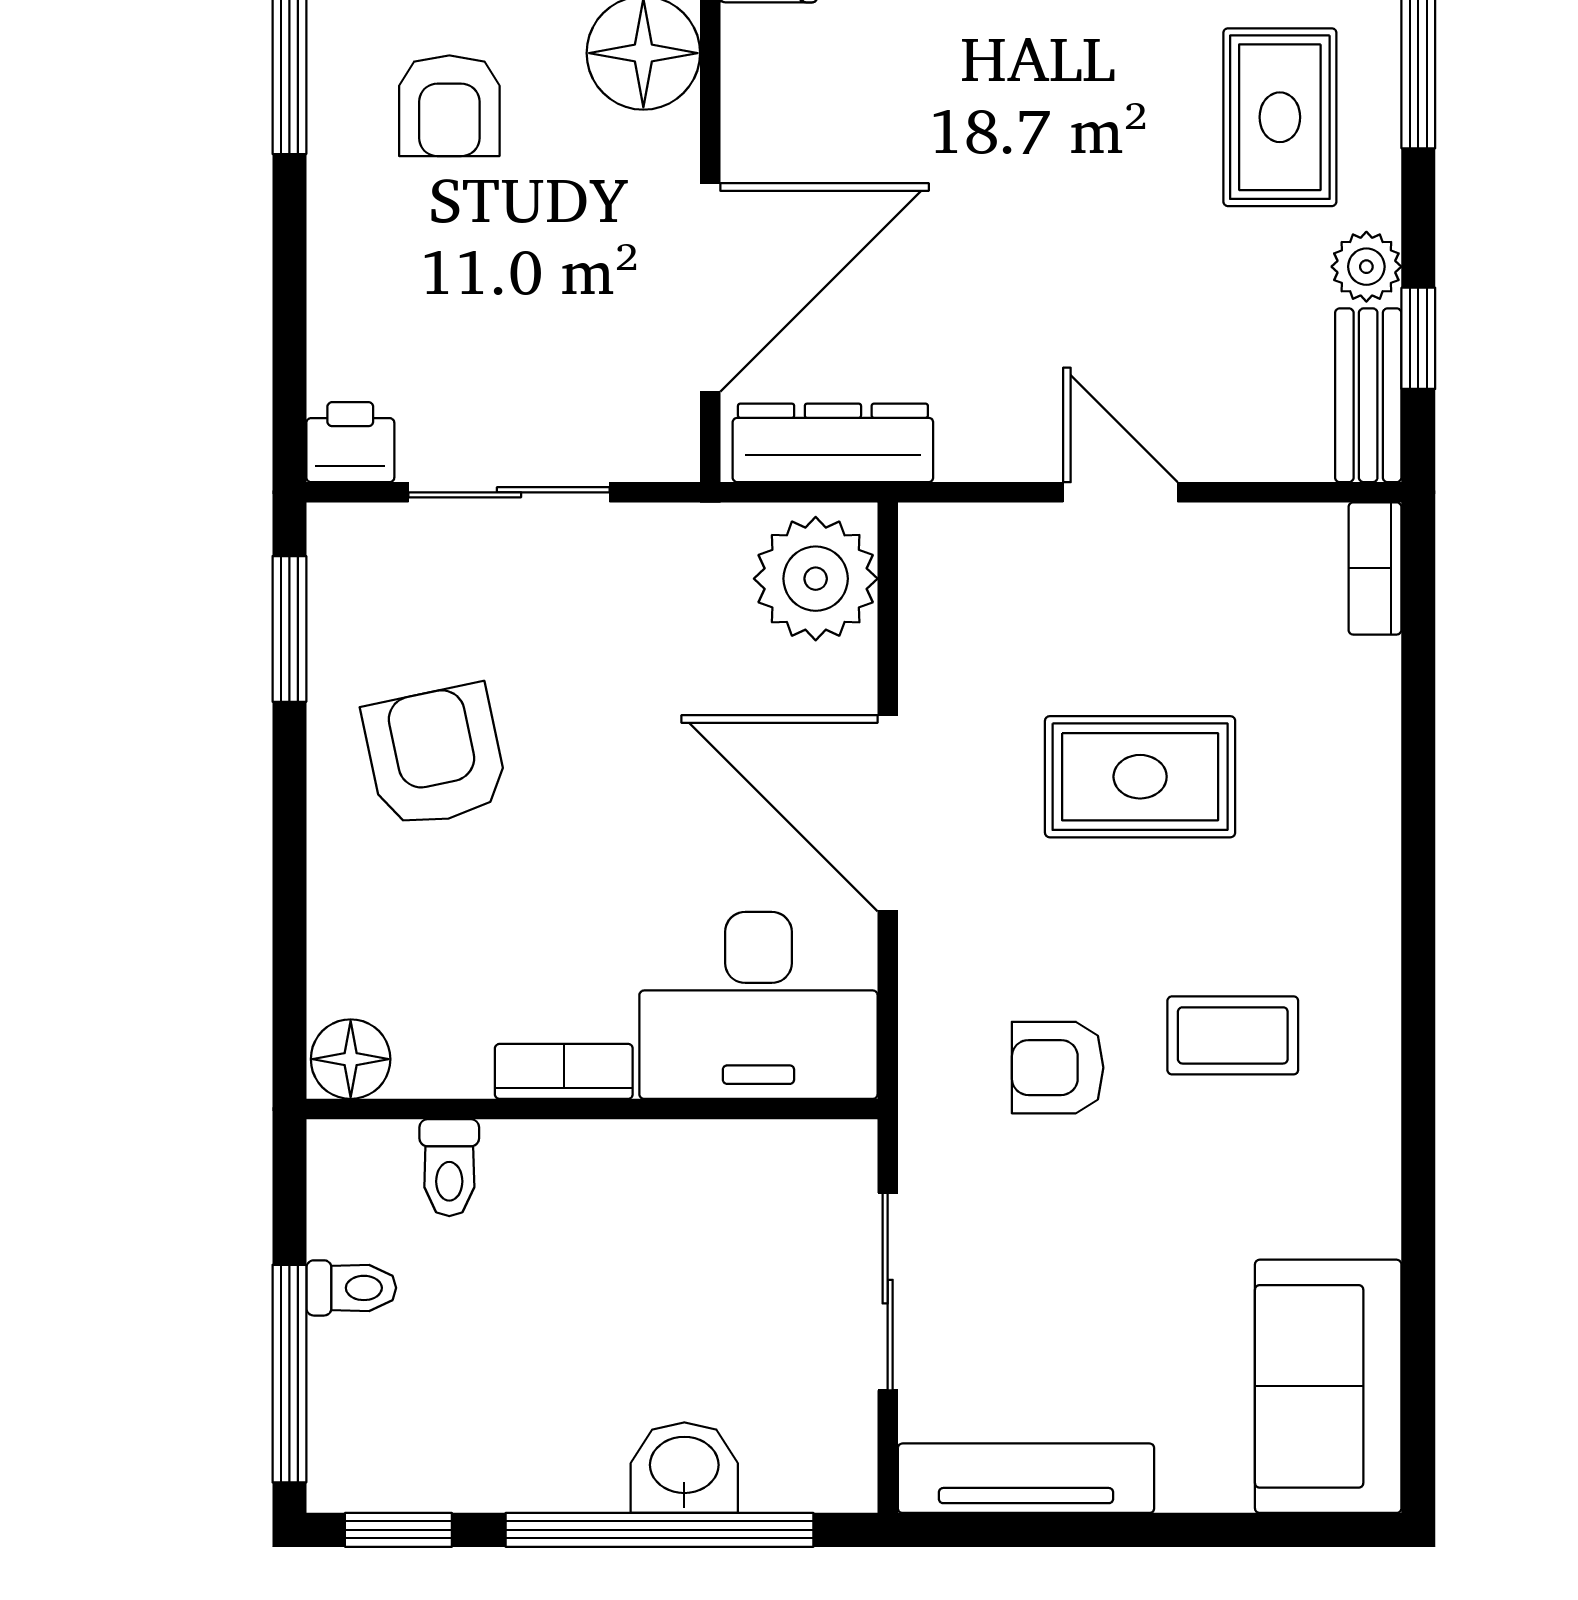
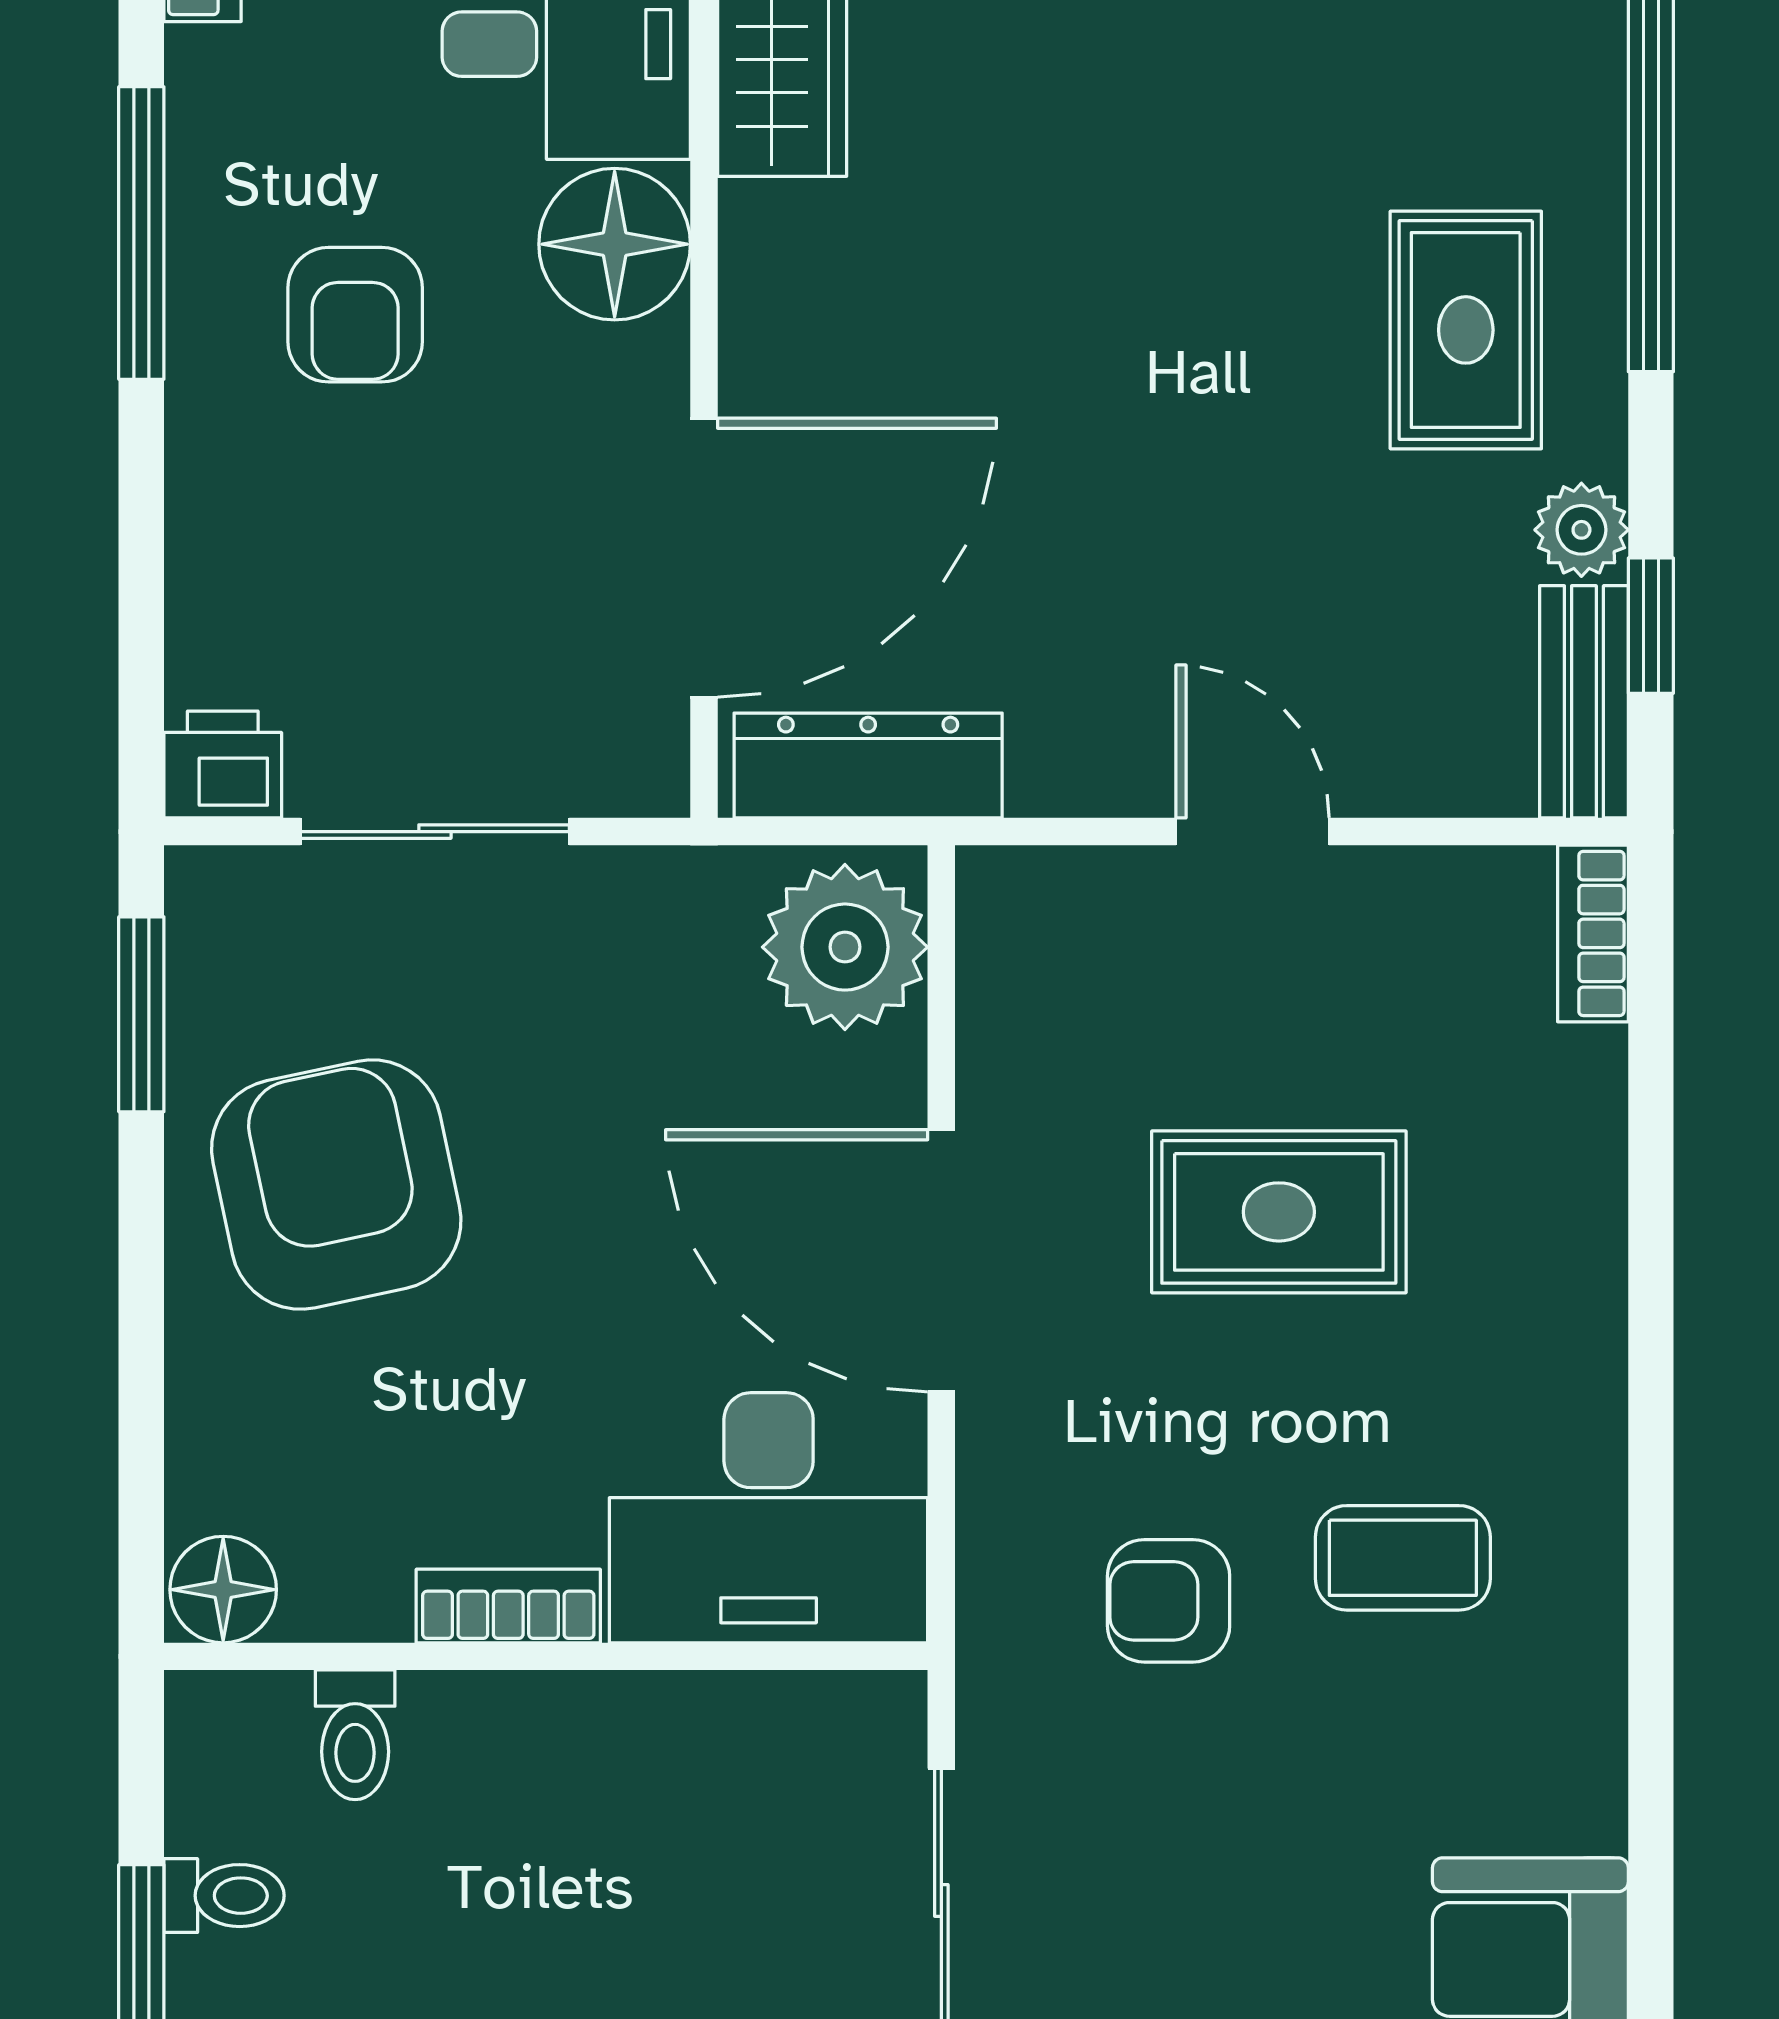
armchair: (435, 756) -> (336, 1185), width x1.36, depth x1.36

